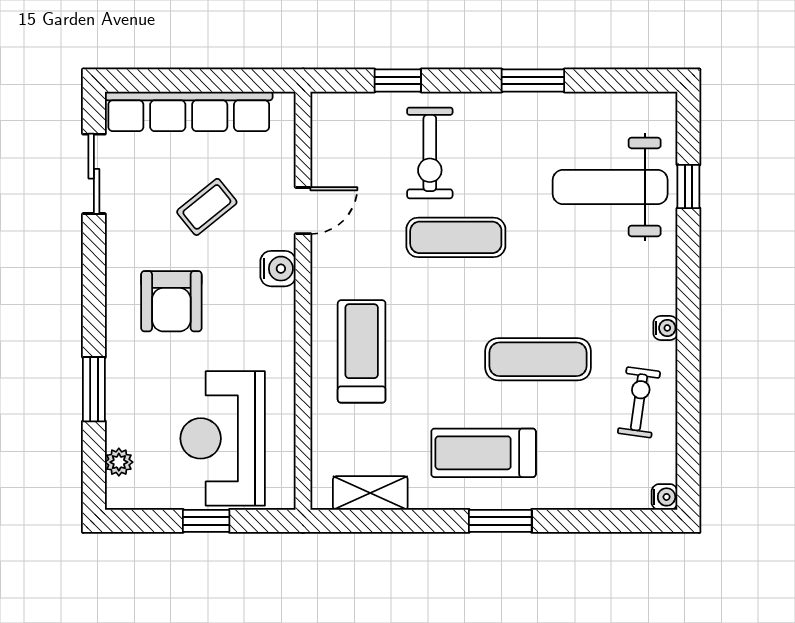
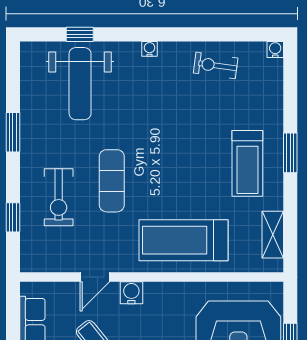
exercise bike: (430, 153) -> (59, 197), turned 90
door: (303, 211) -> (95, 277), swing flipped
water cooler: (665, 328) -> (150, 49), moved
treadmill: (362, 351) -> (184, 240), width x1.37, depth x1.38
exercise mat: (538, 359) -> (188, 129), removed

